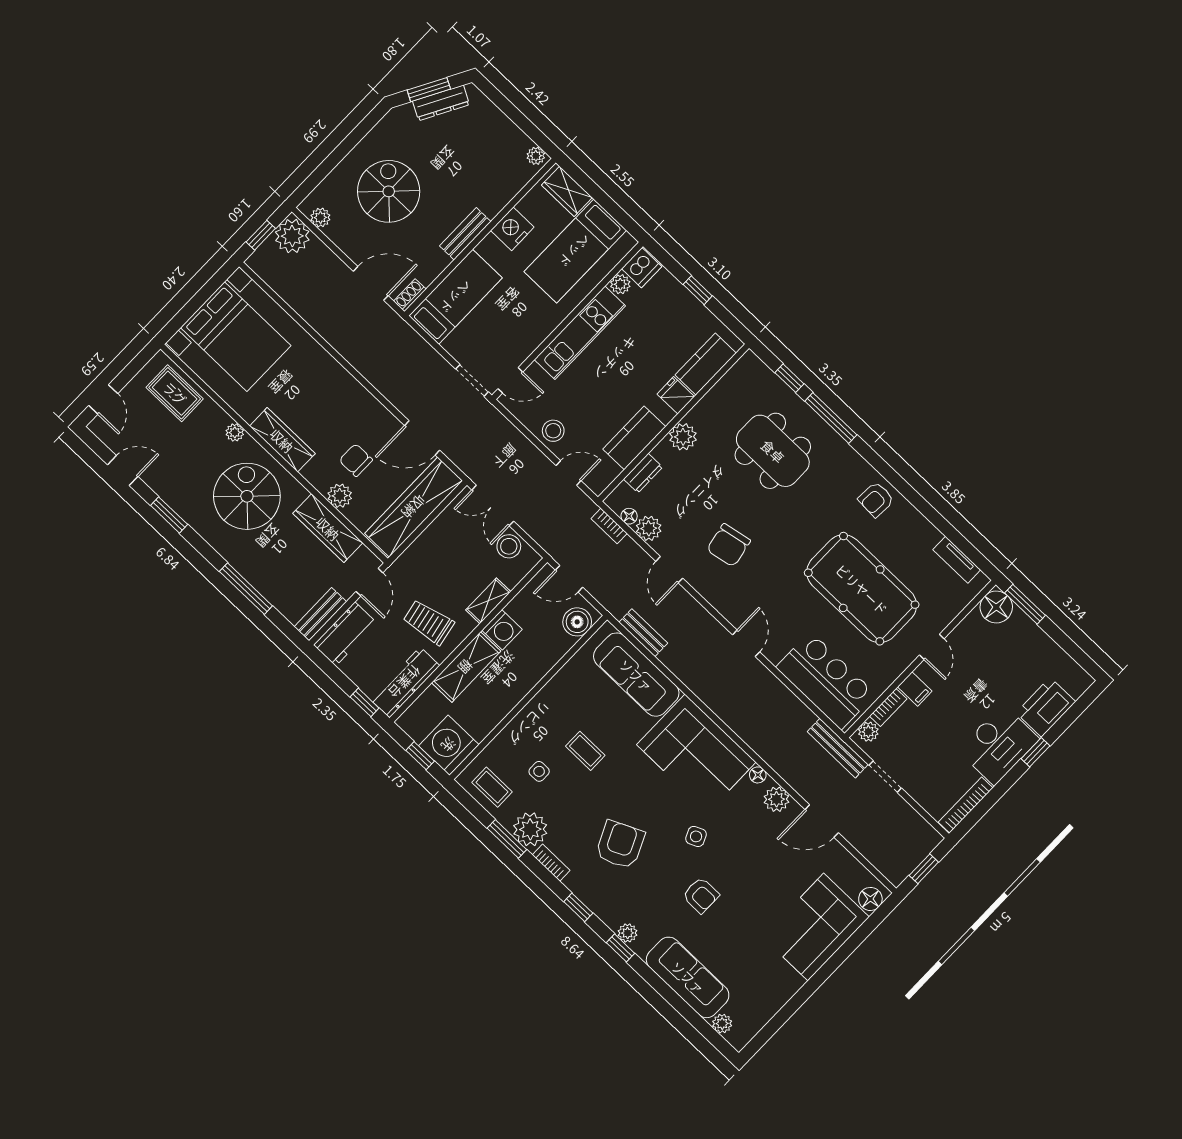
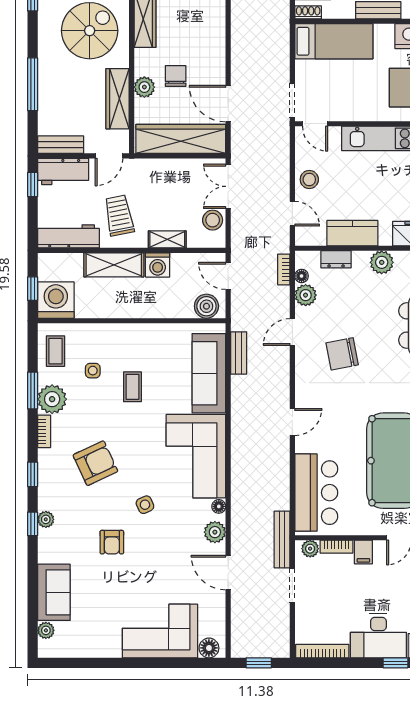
window: (365, 702) -> (33, 184), moved
sofa: (688, 977) -> (54, 592), width x0.73

